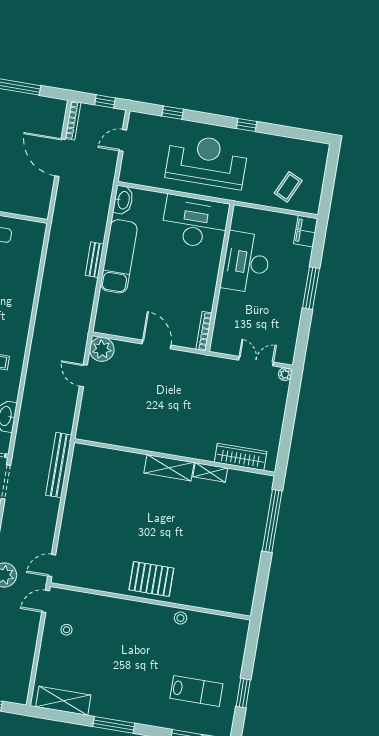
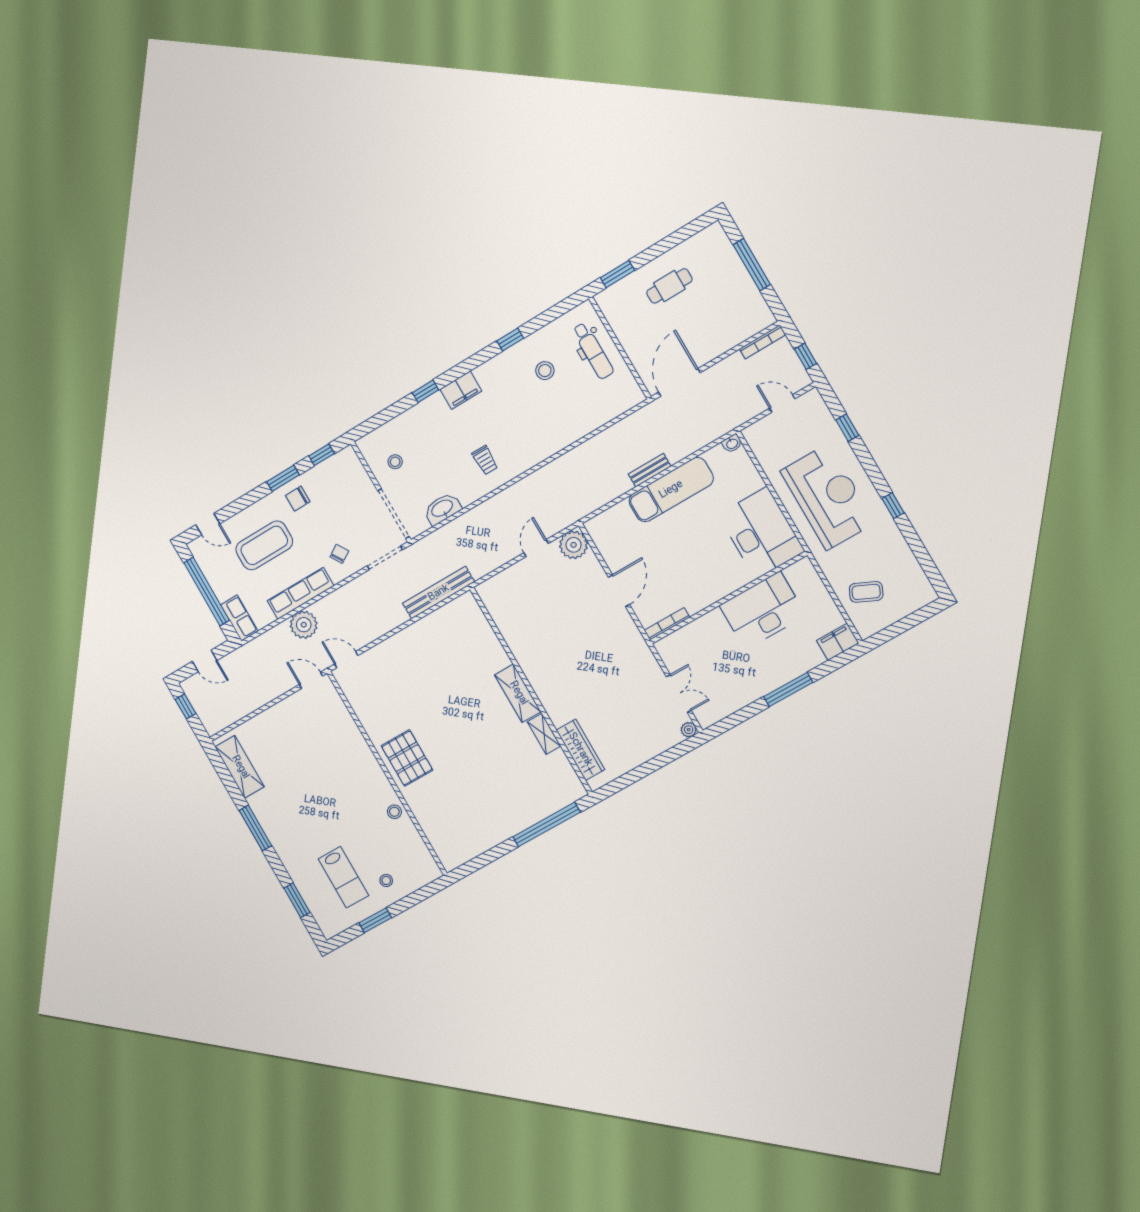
door: (60, 158) -> (679, 382), moved
washbasin: (123, 200) -> (732, 443), width x0.52, depth x0.69
stool: (67, 630) -> (386, 880), moved

